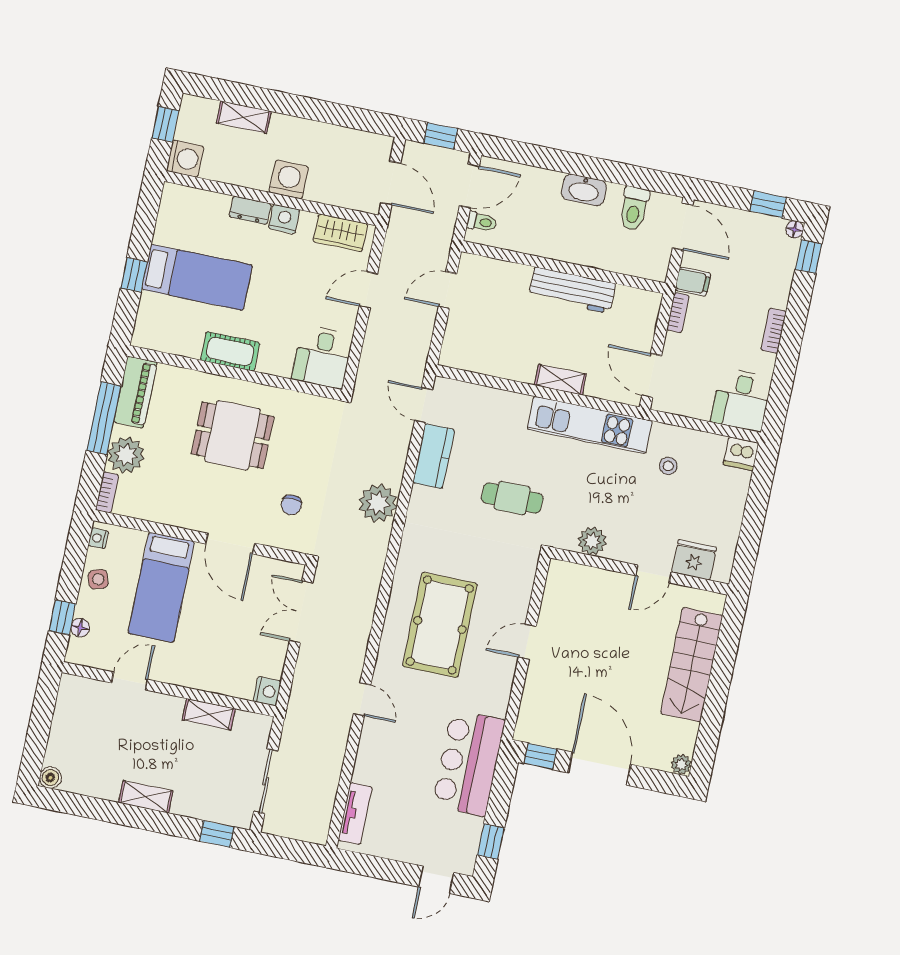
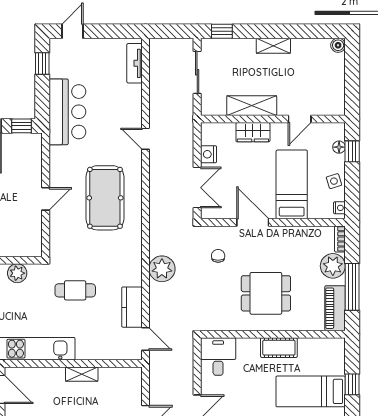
shelving: (560, 380) -> (82, 374), moved
wardrobe: (202, 676) -> (253, 132), added
nightstand: (267, 691) -> (209, 154), moved
shelving: (209, 714) -> (252, 106), width x1.50, depth x1.33

